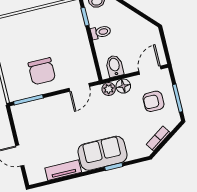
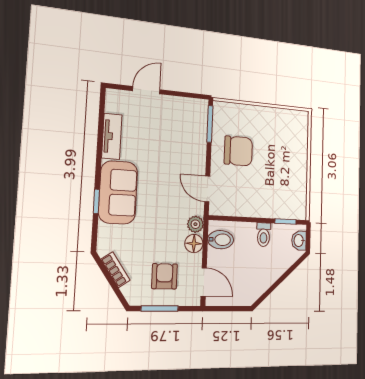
chair: (42, 71) -> (238, 151), turned 180

